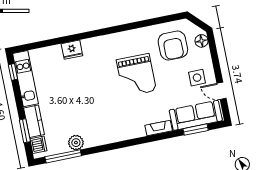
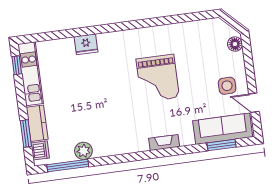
armchair: (173, 46) -> (202, 47), removed
fireplace: (159, 128) -> (164, 143), moved

